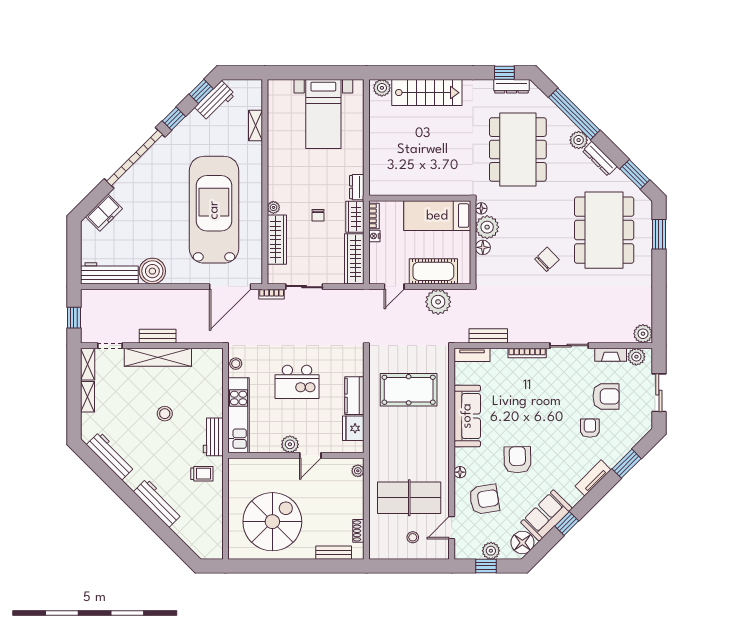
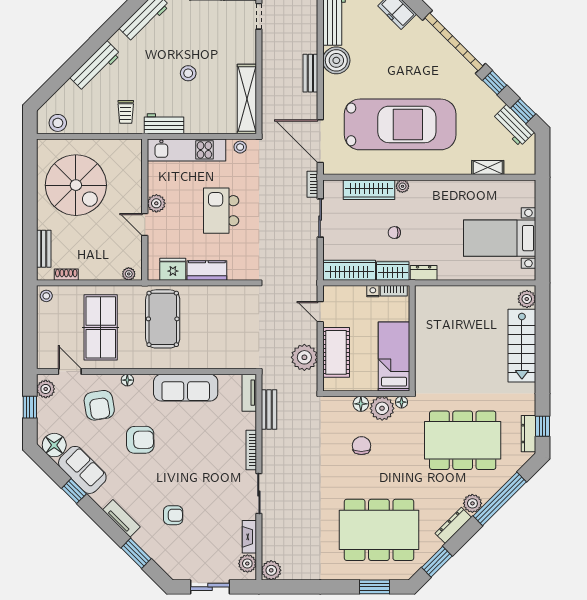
chair: (547, 259) -> (361, 446), moved, turned -136
bench: (158, 336) -> (310, 73), moved
shelving: (158, 357) -> (247, 99), moved
pool table: (409, 390) -> (163, 319), moved
armchair: (606, 396) -> (206, 532), removed
stool: (413, 537) -> (46, 296), moved
stool: (213, 539) -> (58, 123), added
plant: (491, 551) -> (46, 389), moved

